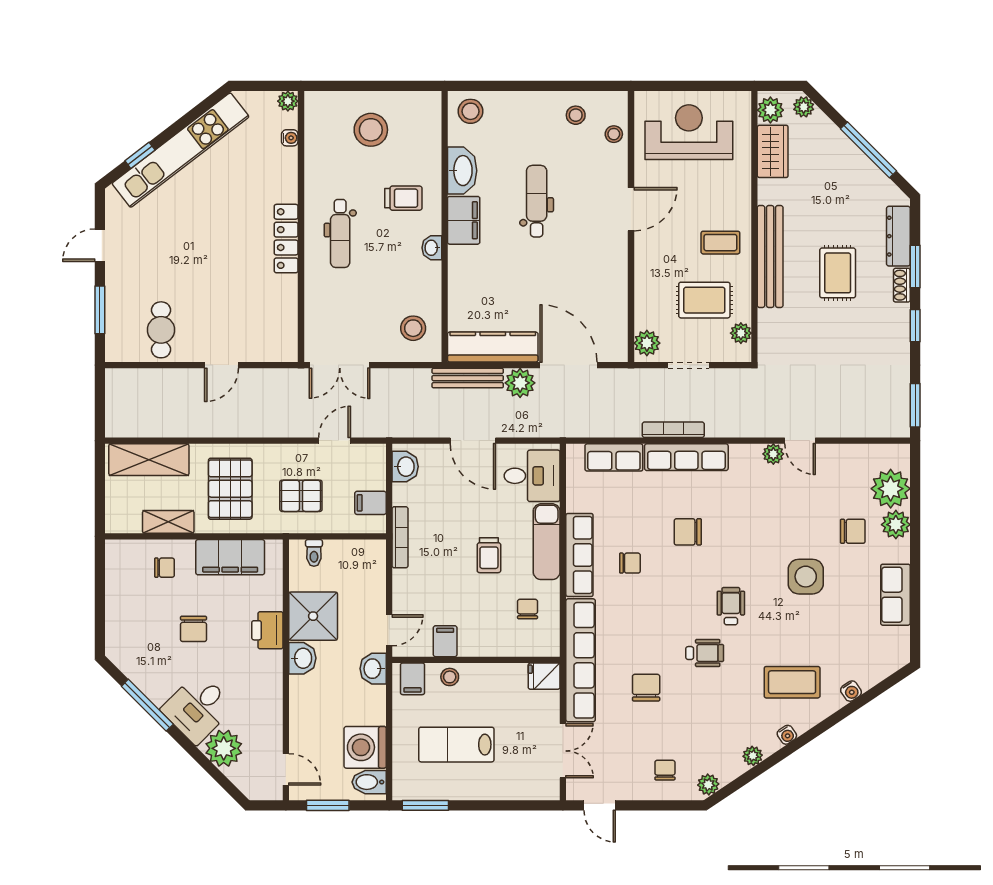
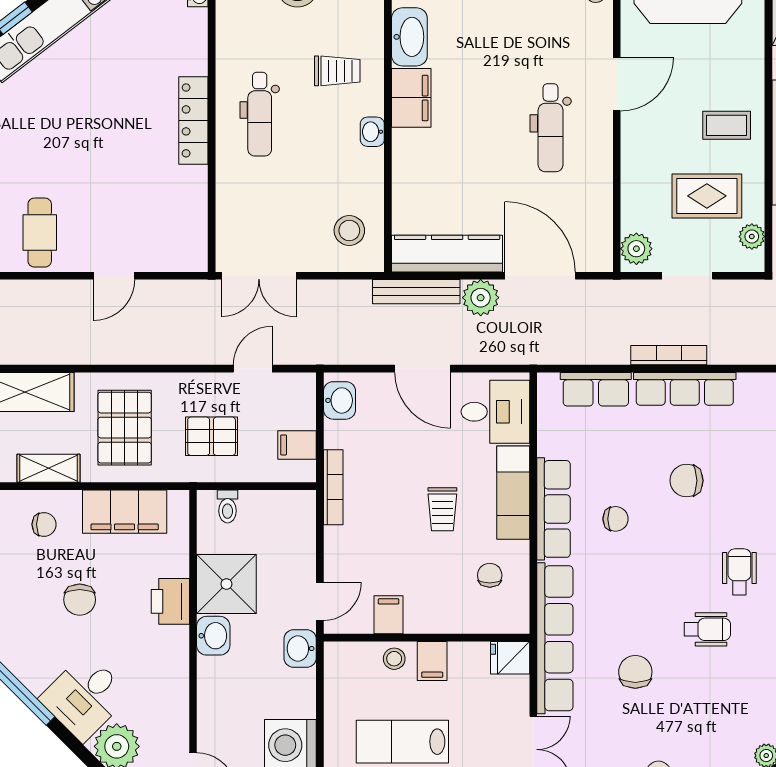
dental chair: (537, 201) -> (551, 128), moved, turned 180
filing cabinet: (412, 679) -> (432, 661), moved

